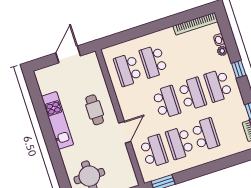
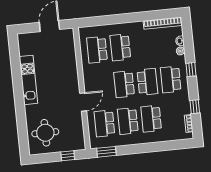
school desk: (167, 102) -> (124, 84), turned 180
cafe table: (95, 110) -> (62, 78), removed
school desk: (206, 135) -> (151, 119), turned 180
school desk: (154, 151) -> (104, 123), turned 180

